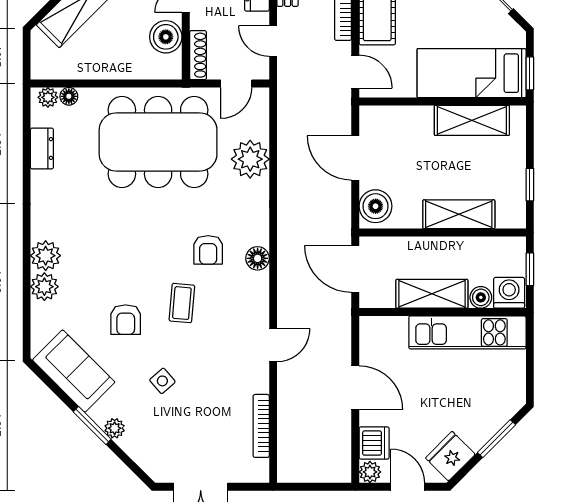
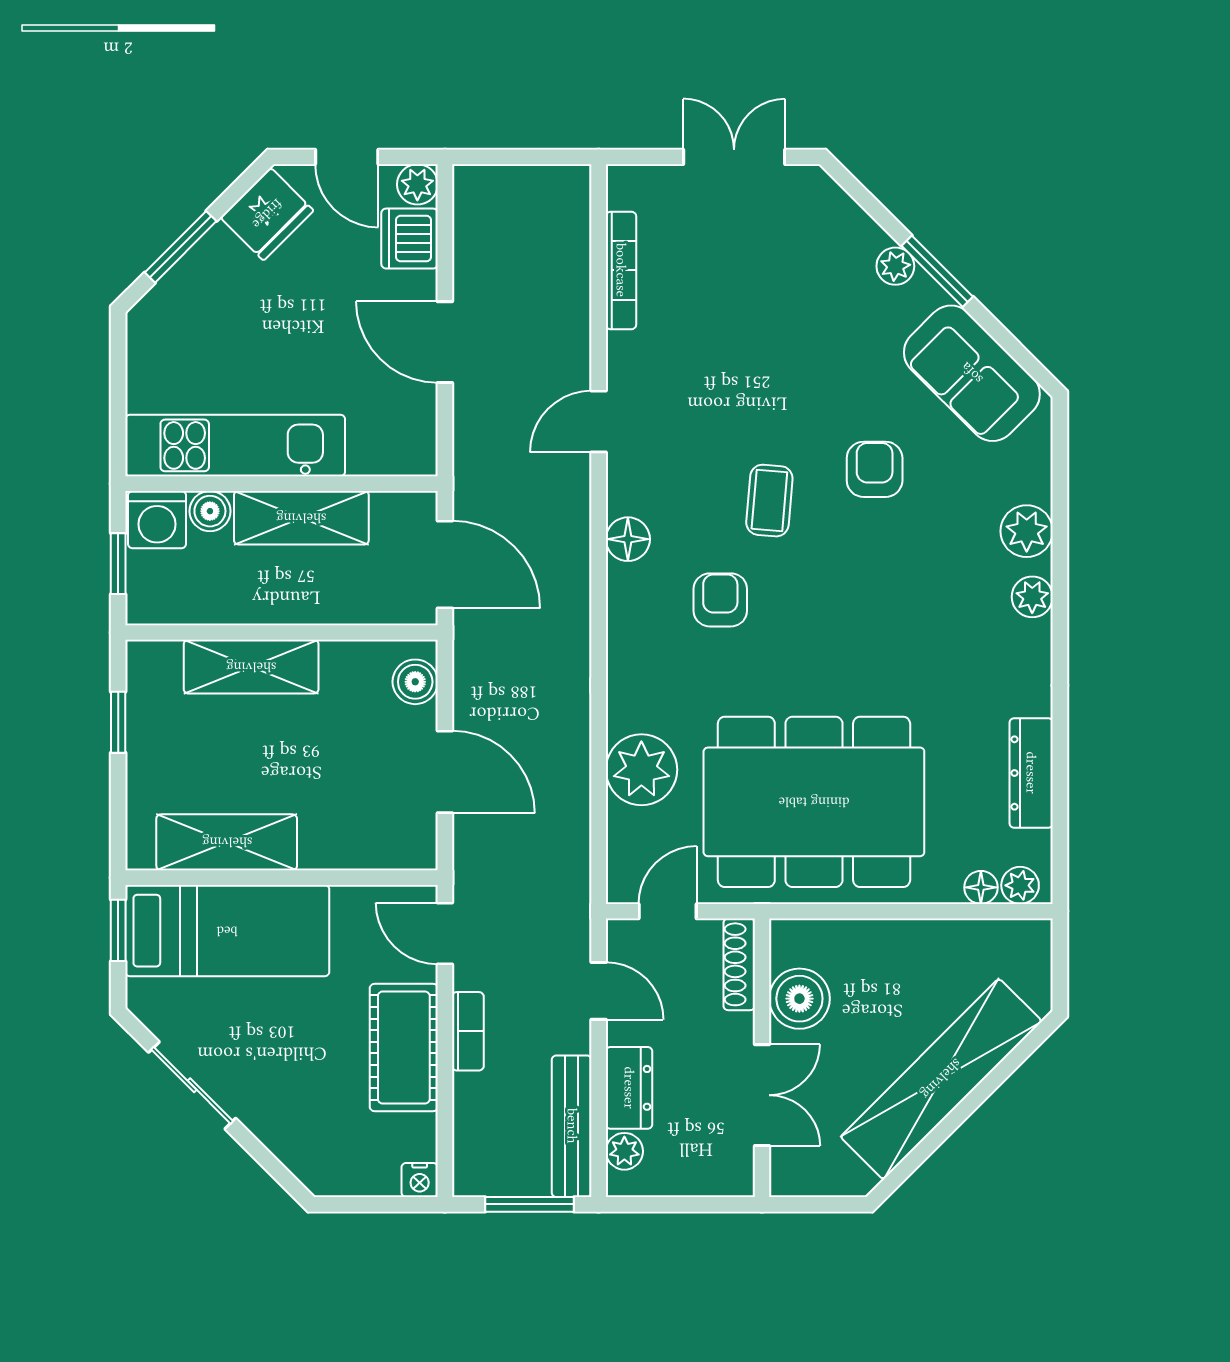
dresser: (42, 148) -> (1031, 773), width x1.44
boiler: (376, 206) -> (415, 682), width x0.73, depth x0.73
plant: (46, 256) -> (1032, 597), width x0.73, depth x0.73
floor lamp: (258, 258) -> (628, 539), moved
side table: (162, 381) -> (806, 355), removed

